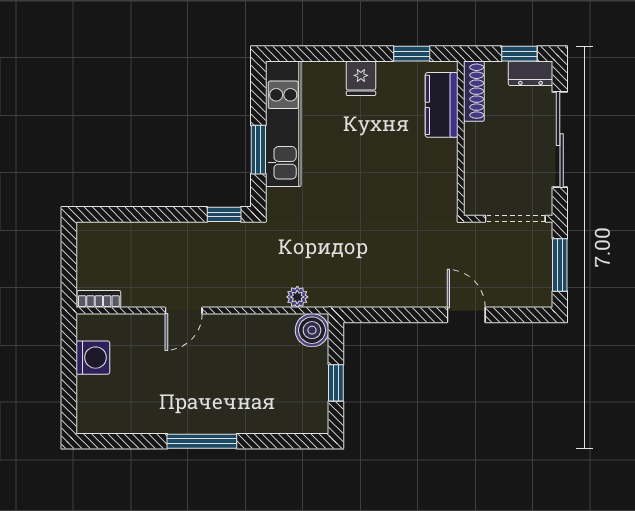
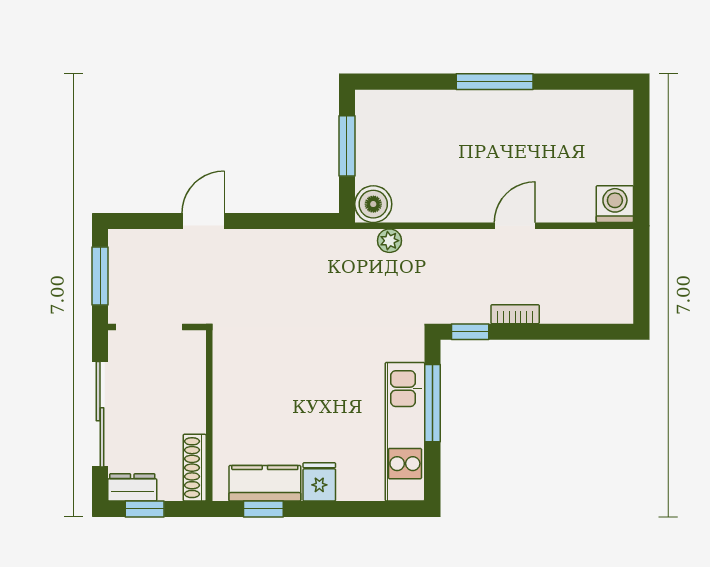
kitchen counter: (442, 105) -> (265, 483), moved, turned -90
window: (258, 150) -> (432, 403), width x1.44
bookcase: (99, 299) -> (515, 314), moved, turned 180
door: (466, 315) -> (203, 221), swing flipped
washing machine: (93, 358) -> (615, 204), moved, turned 90
window: (336, 383) -> (347, 146), width x1.50

